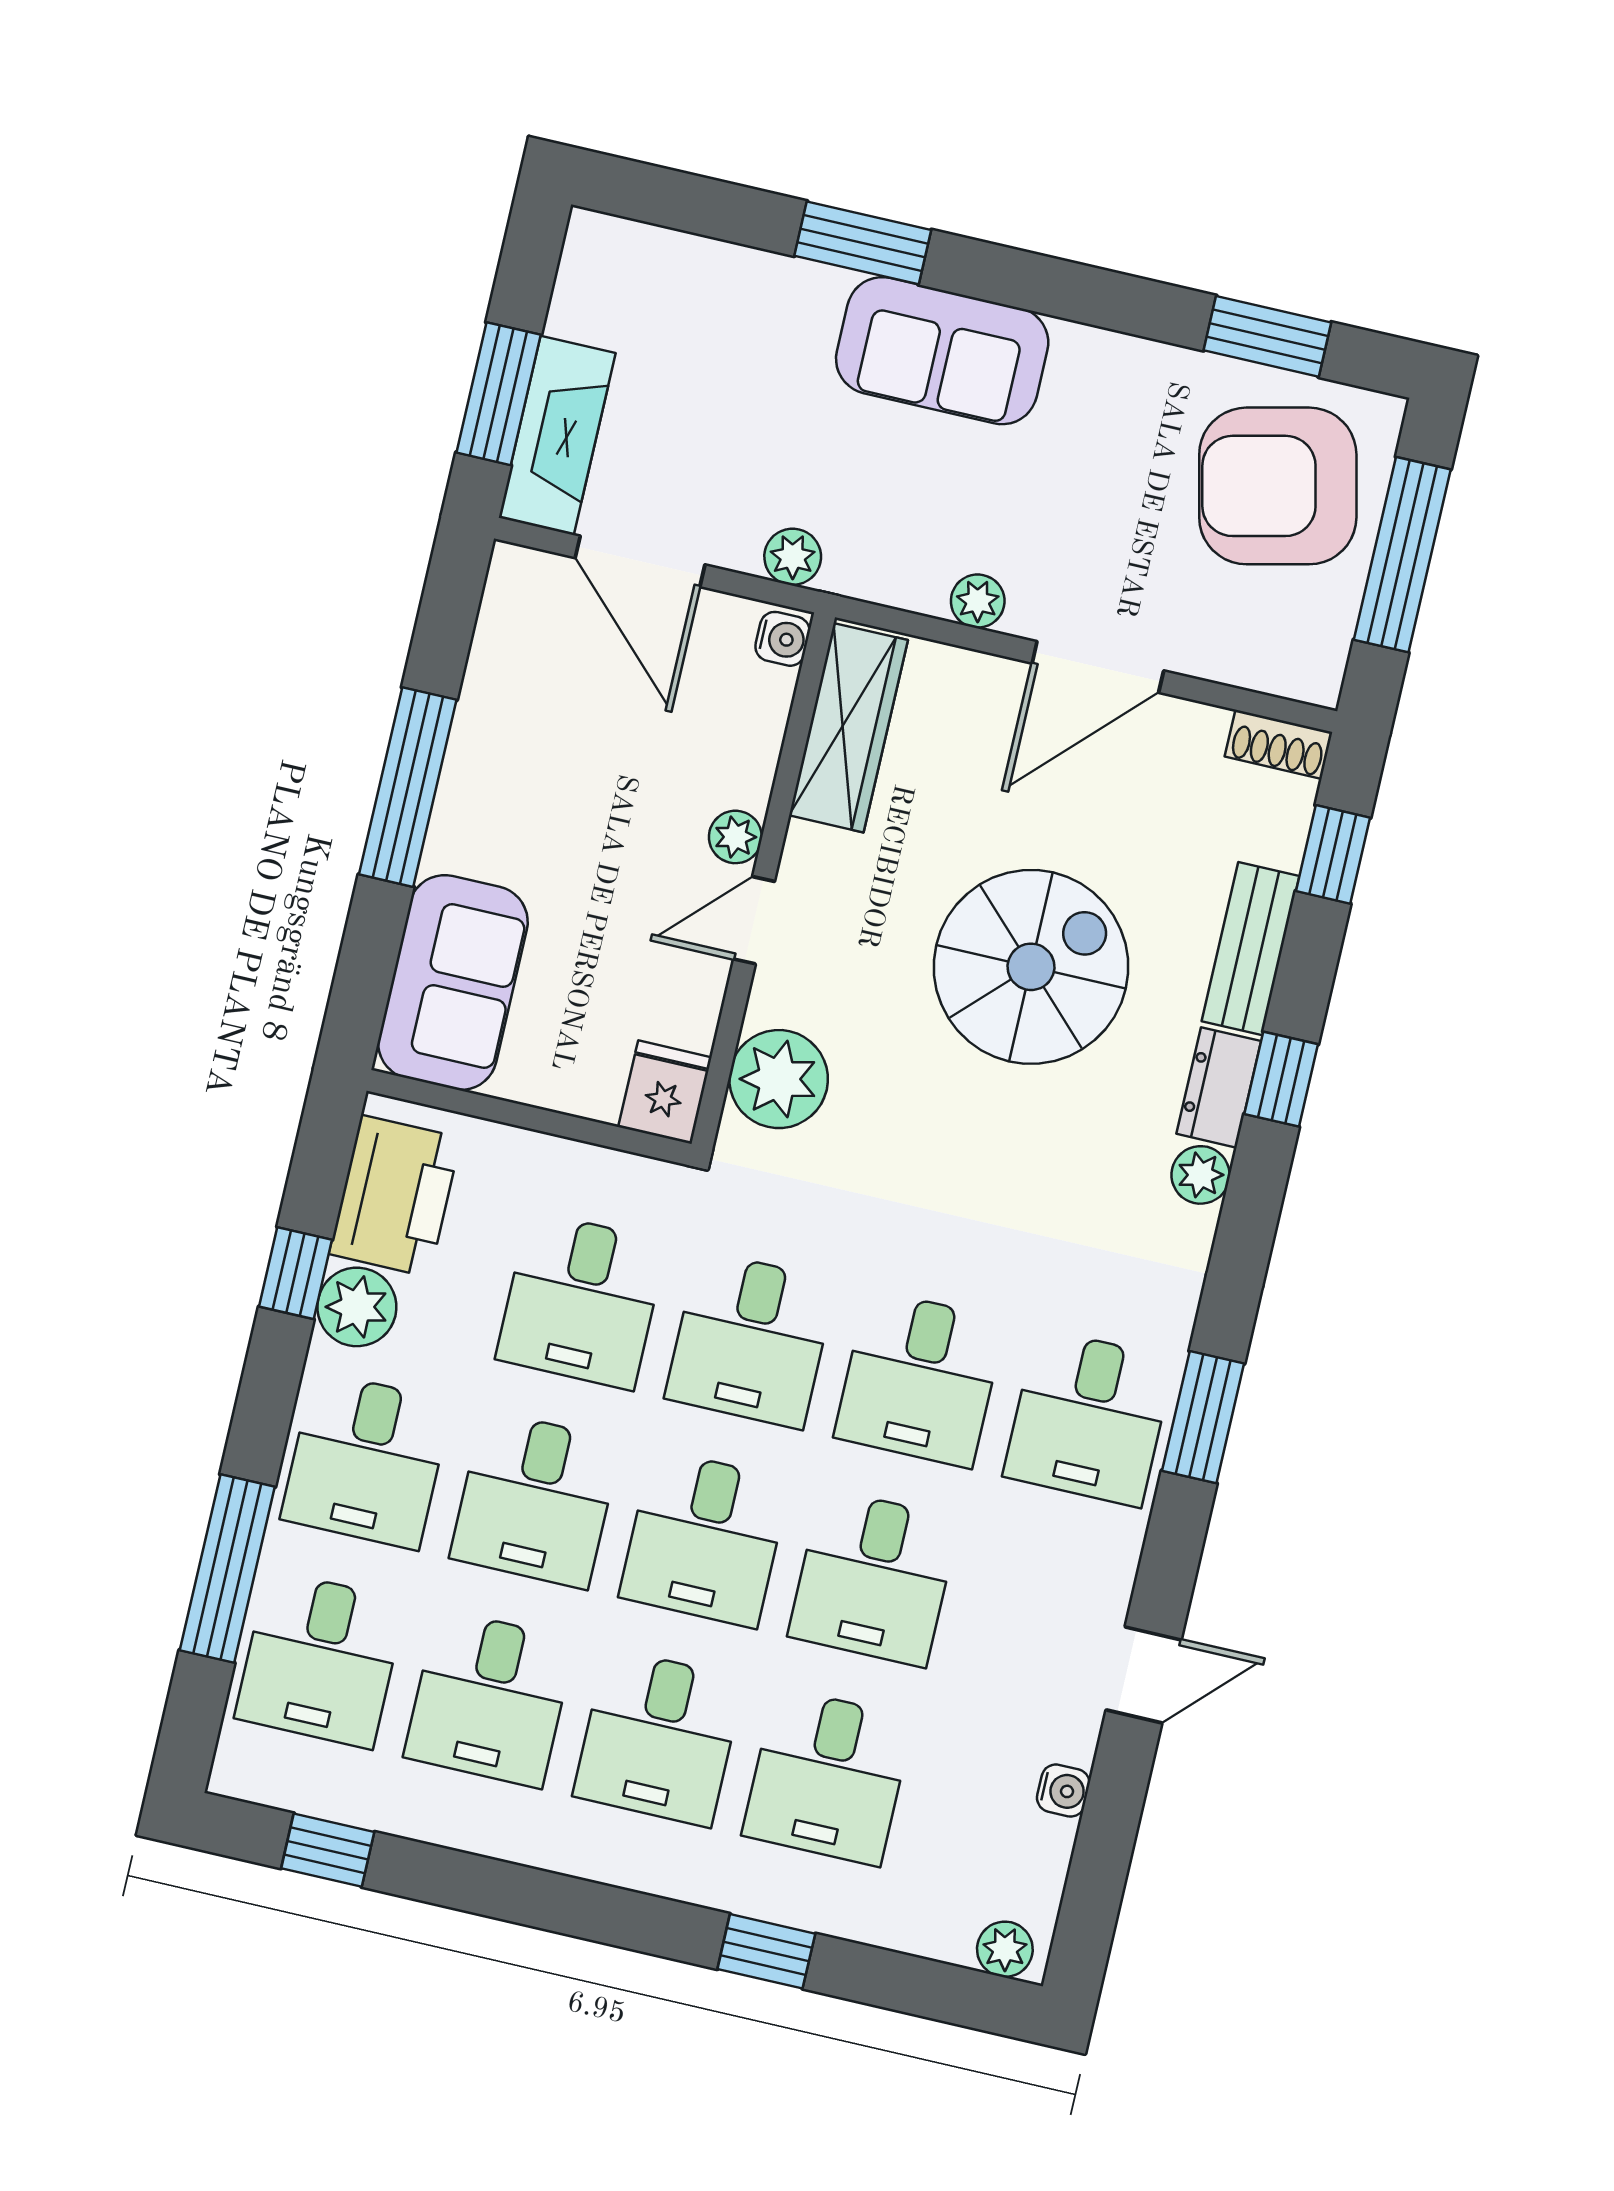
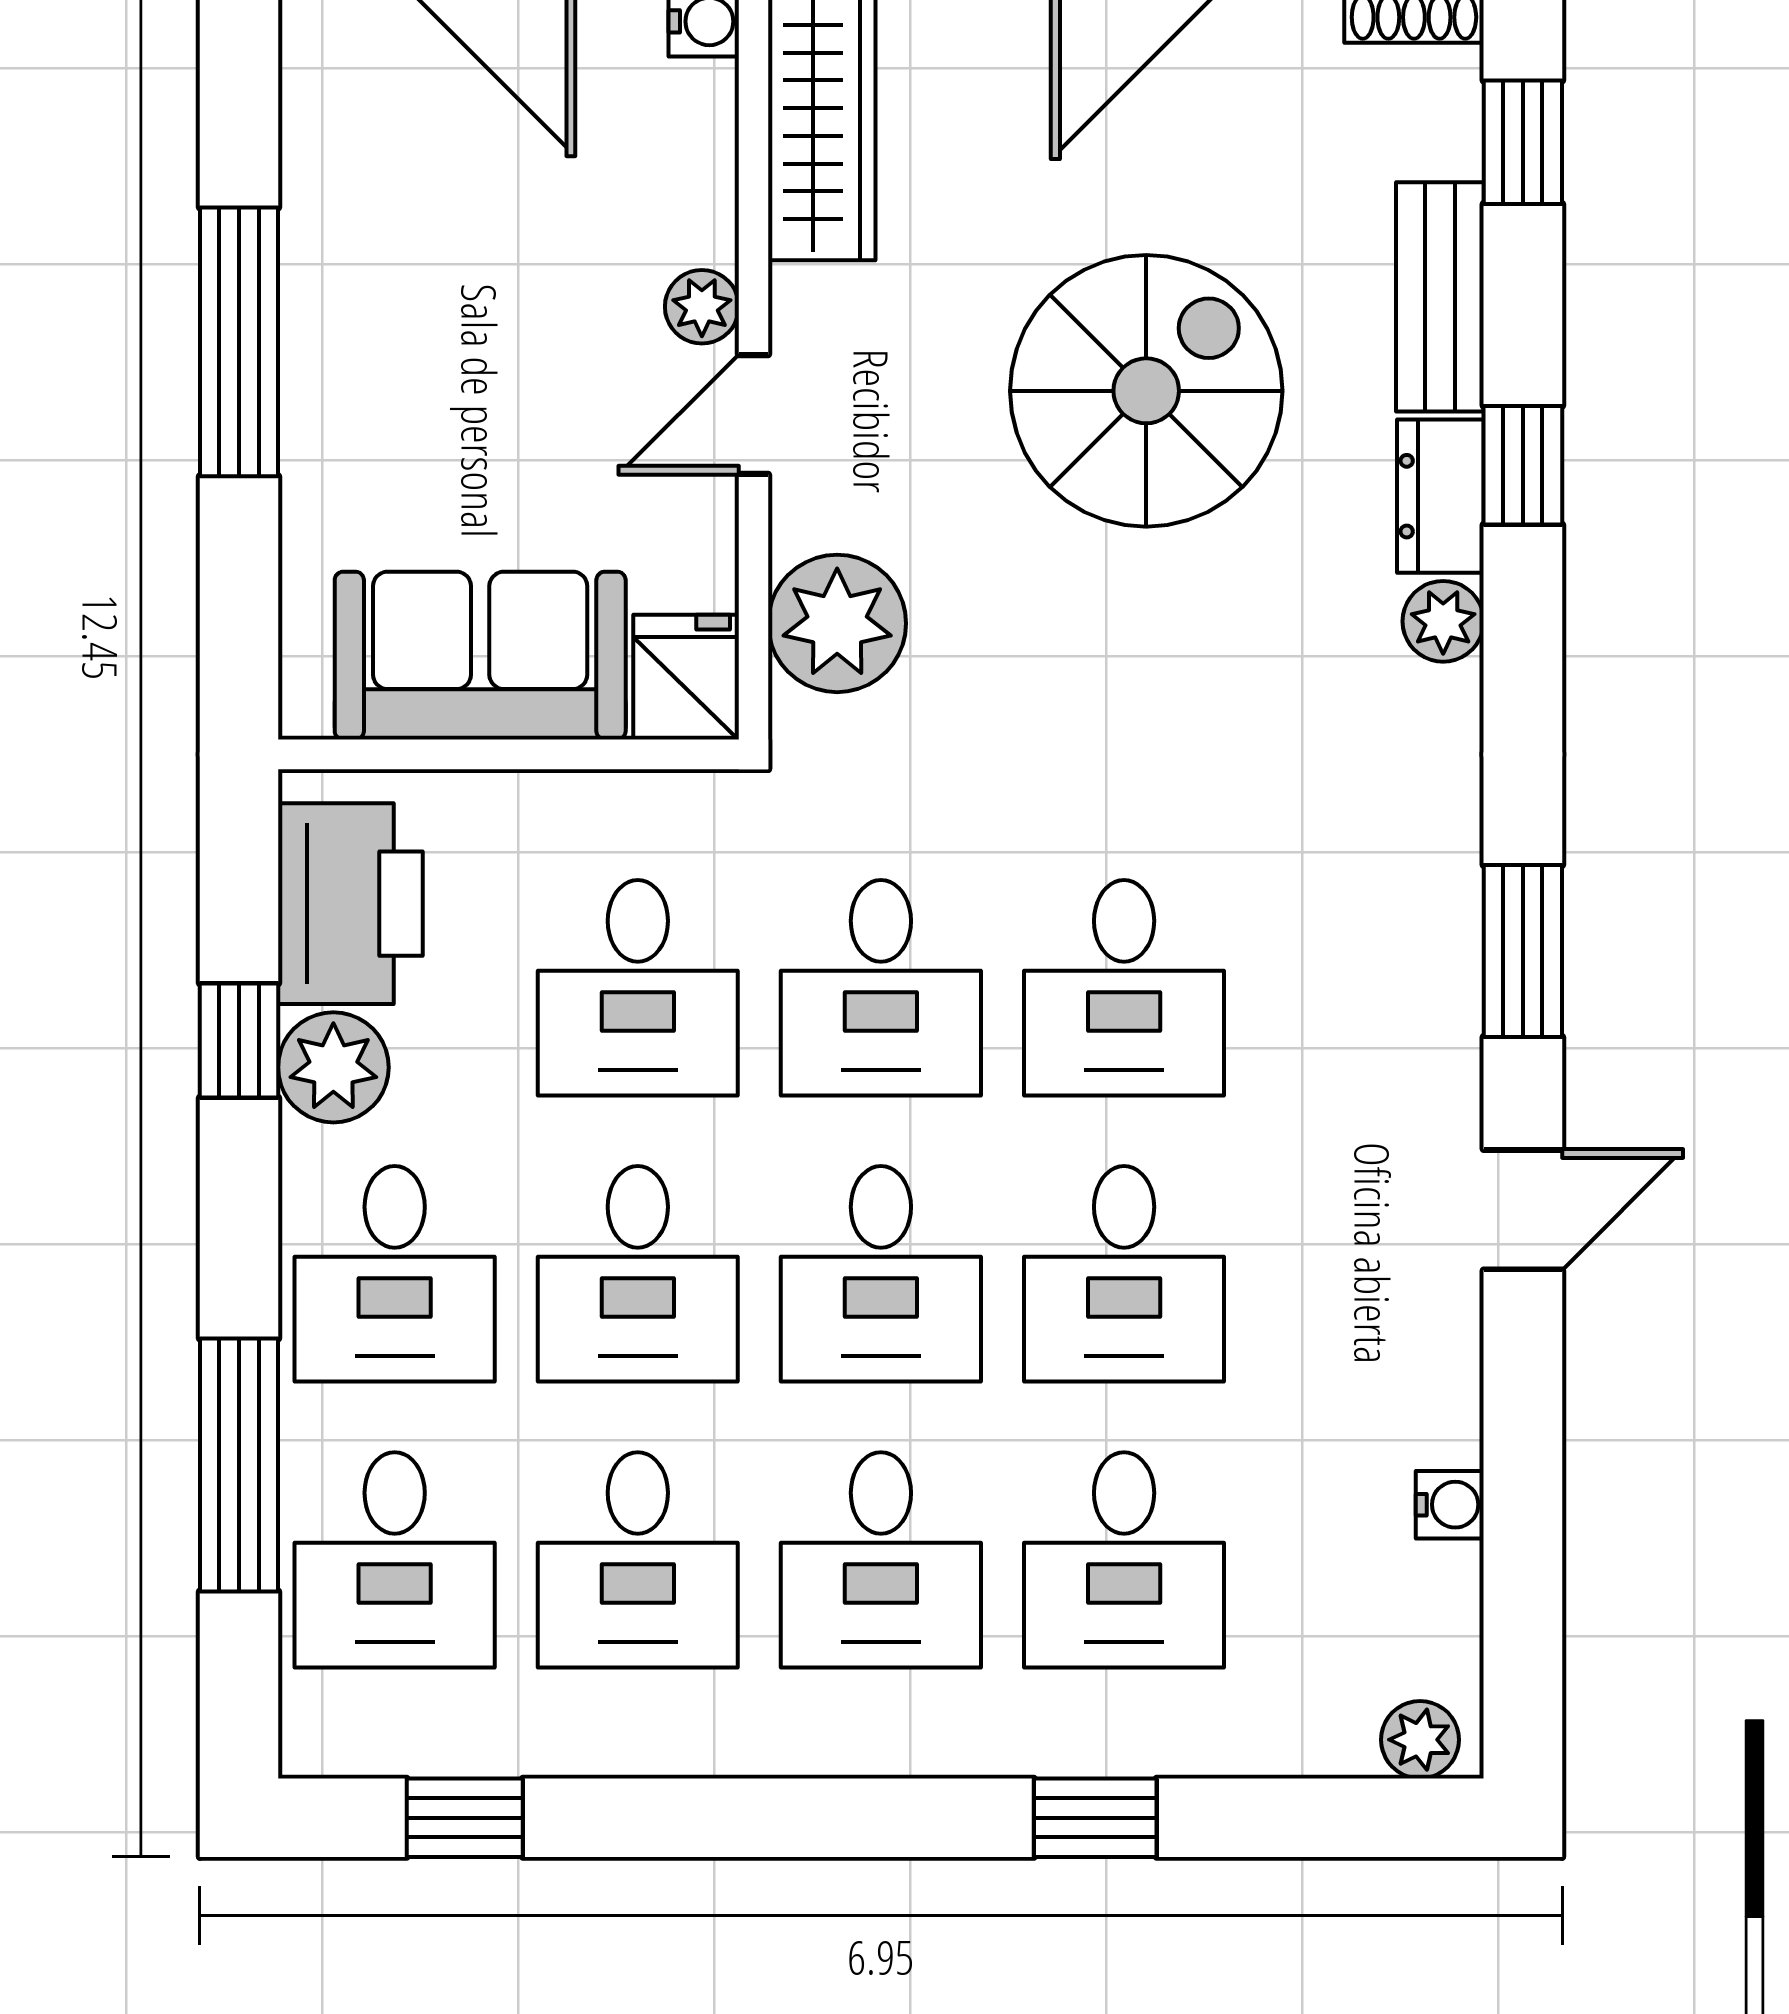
sofa: (453, 982) -> (480, 656), moved, turned -90
desk: (1089, 1418) -> (1367, 988), removed
door: (1144, 1675) -> (1523, 1210), moved

